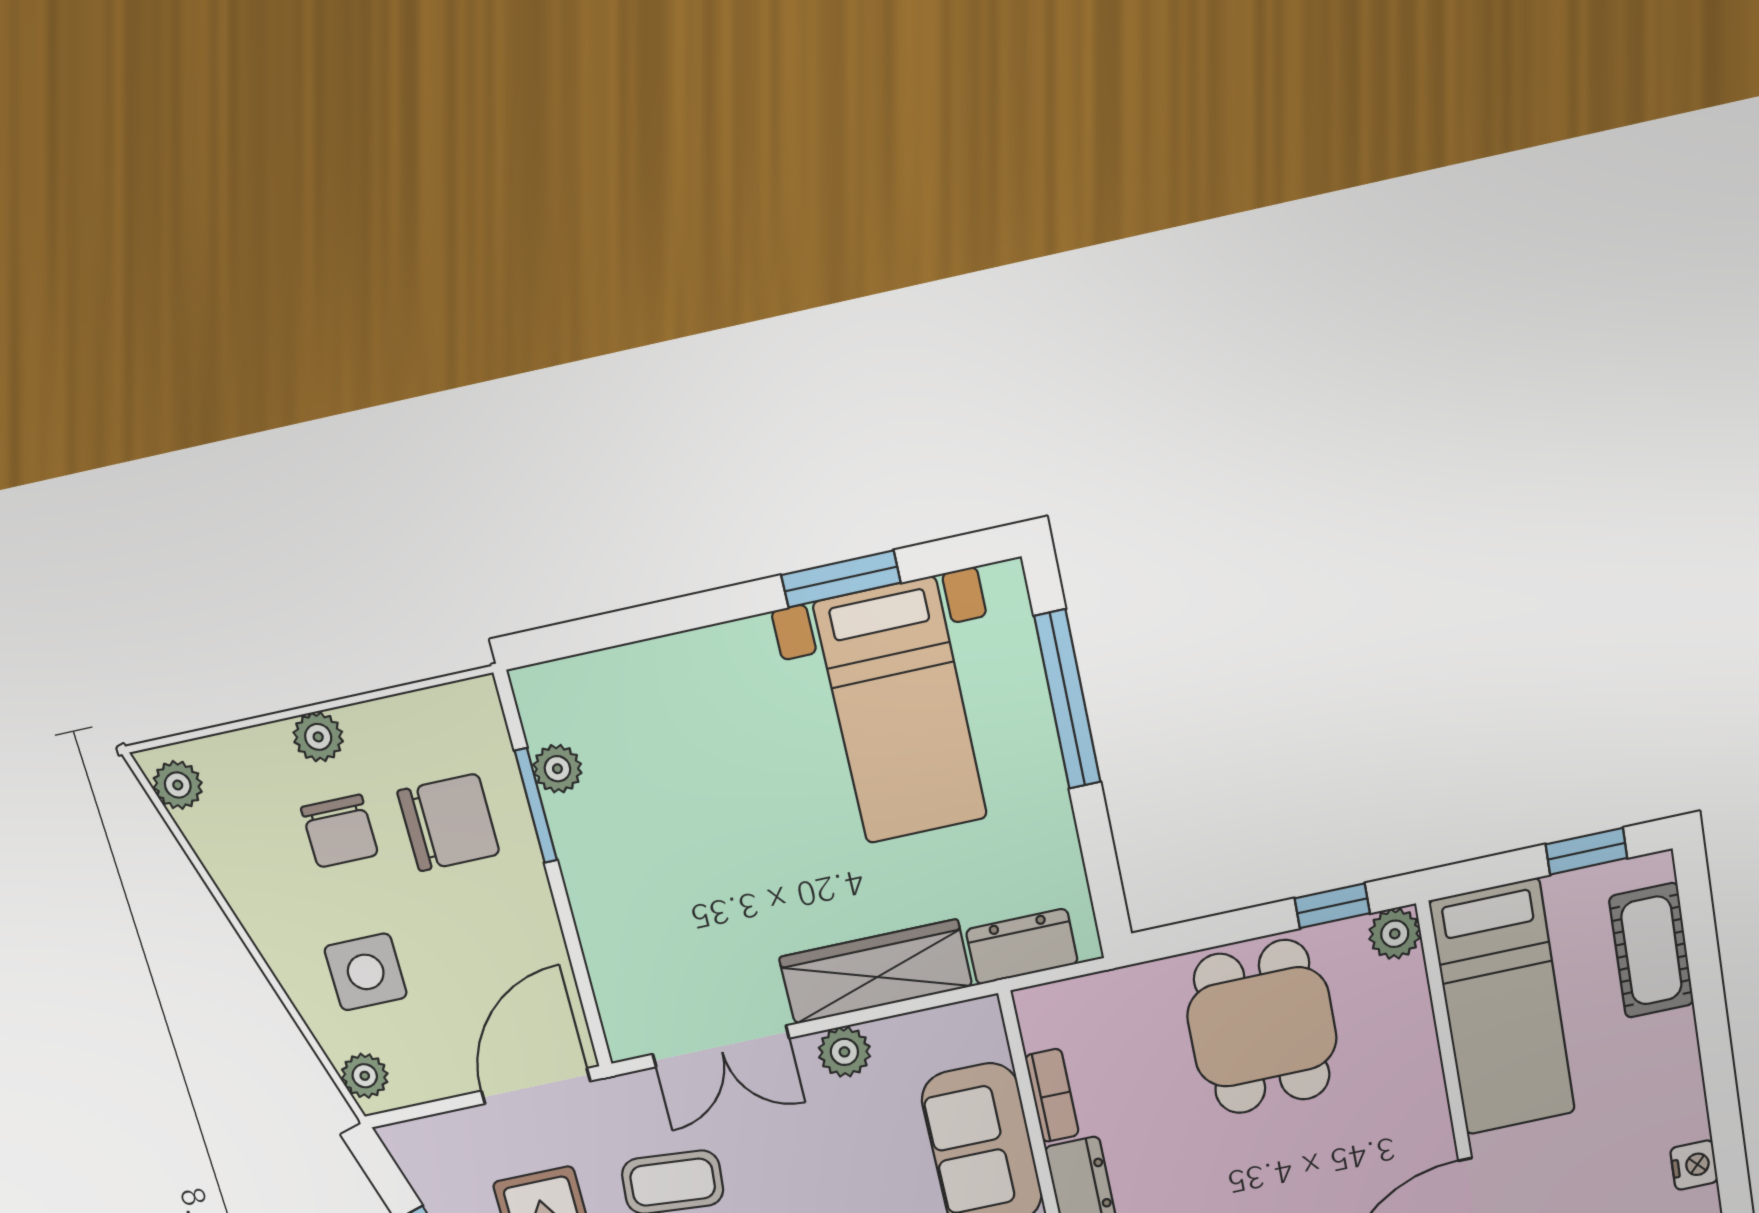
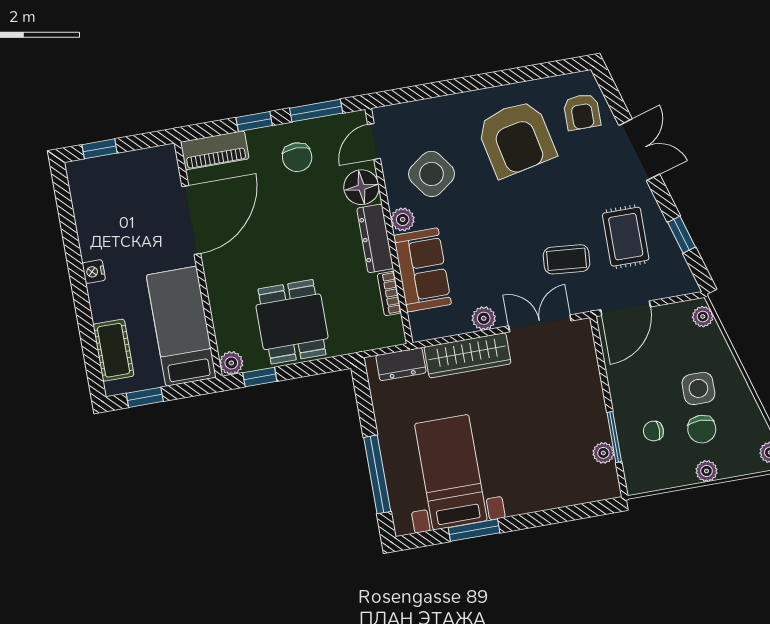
chair: (448, 823) -> (653, 431), width x0.54, depth x0.54
chair: (340, 831) -> (702, 429), turned 180
side table: (366, 972) -> (698, 388), moved
nightstand: (1694, 1165) -> (94, 272), moved

